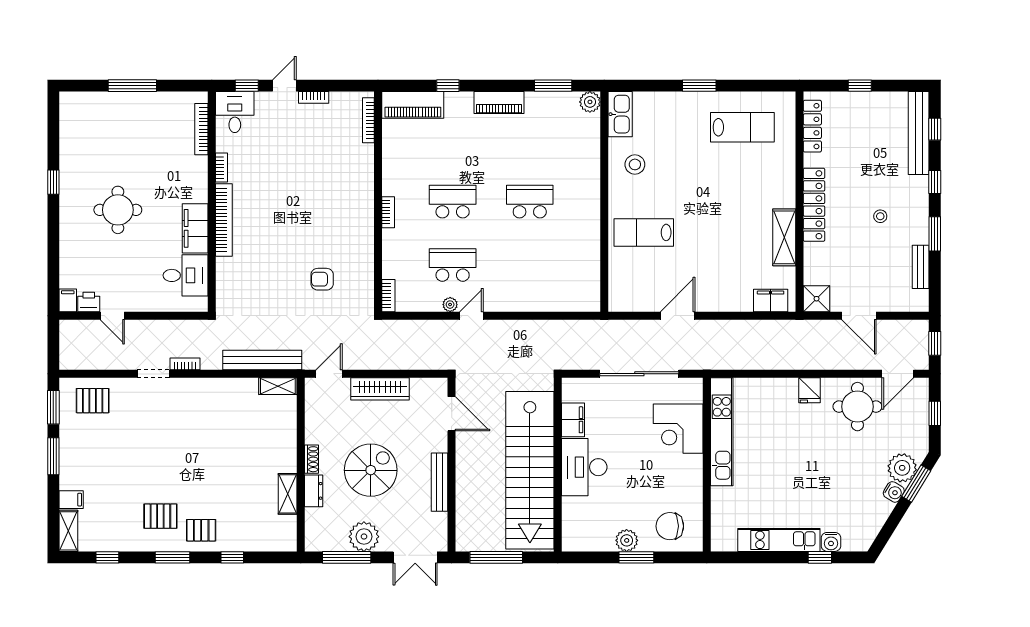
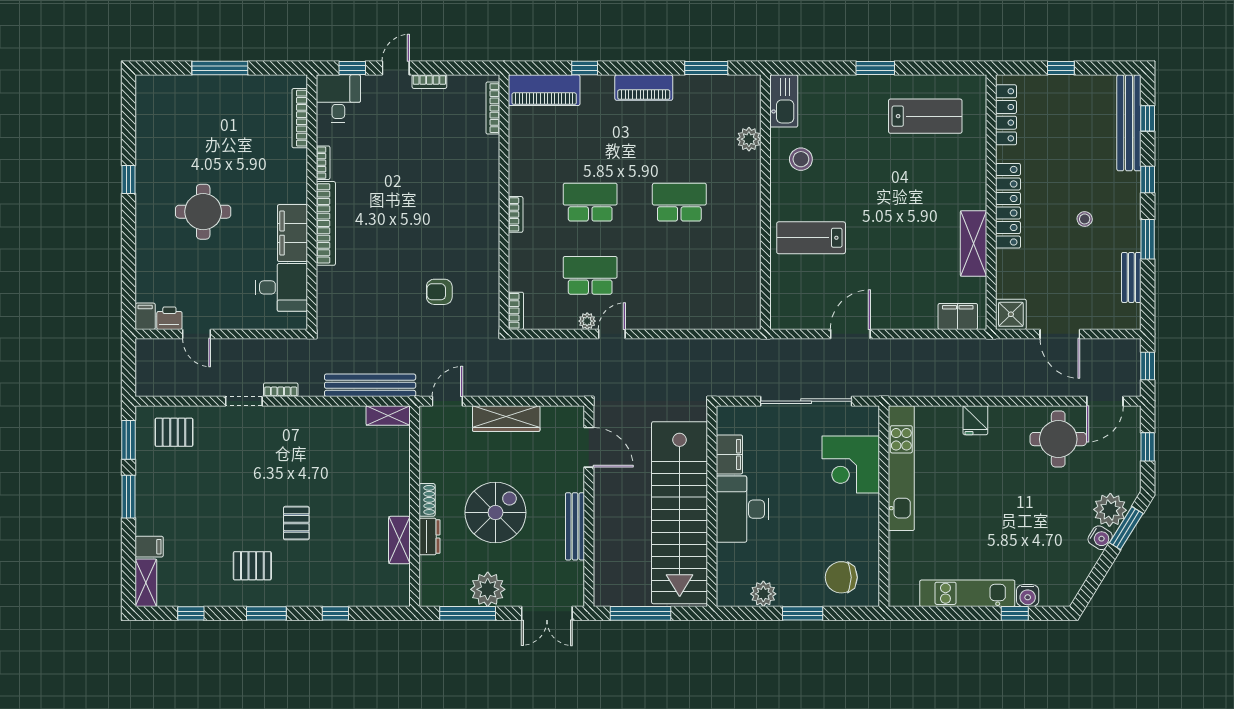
plant: (590, 102) -> (749, 139), moved
fridge: (809, 390) -> (975, 420), moved
pallet: (201, 530) -> (296, 523), moved, turned 90
plant: (627, 540) -> (763, 594), moved

